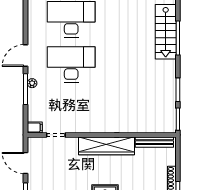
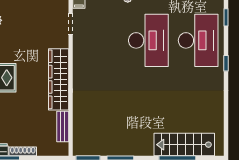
bench: (154, 142) -> (63, 126), width x0.73

